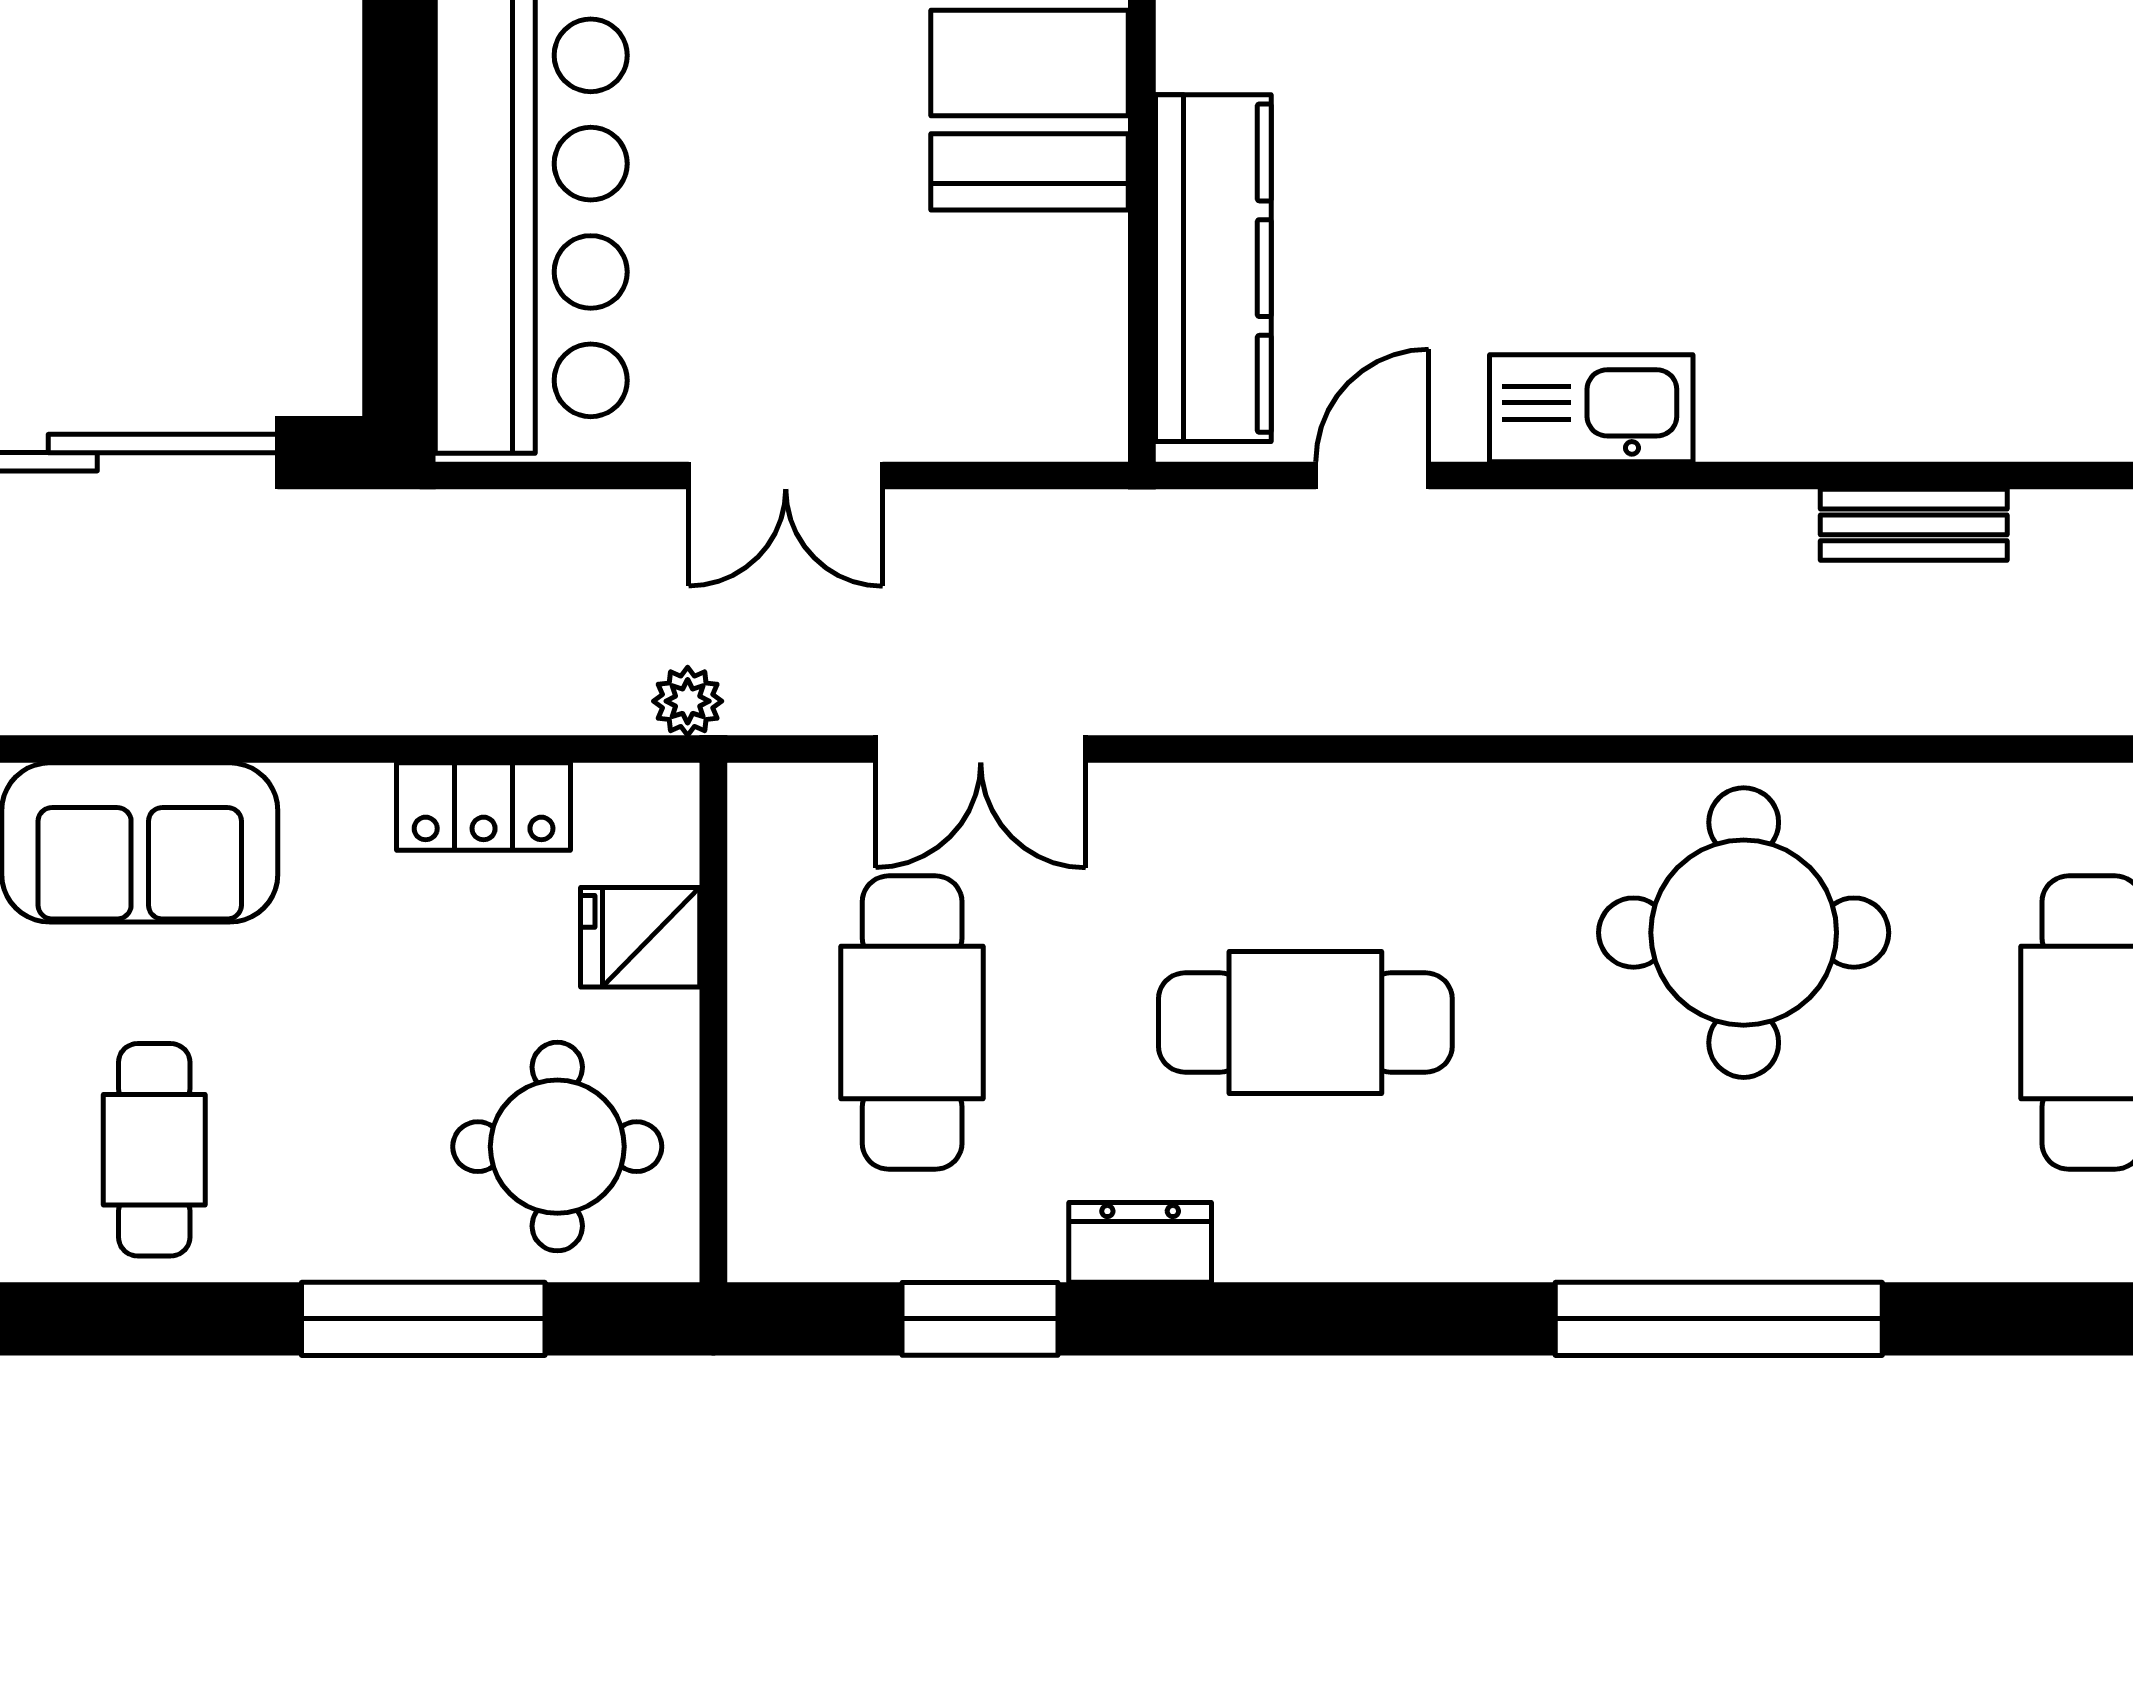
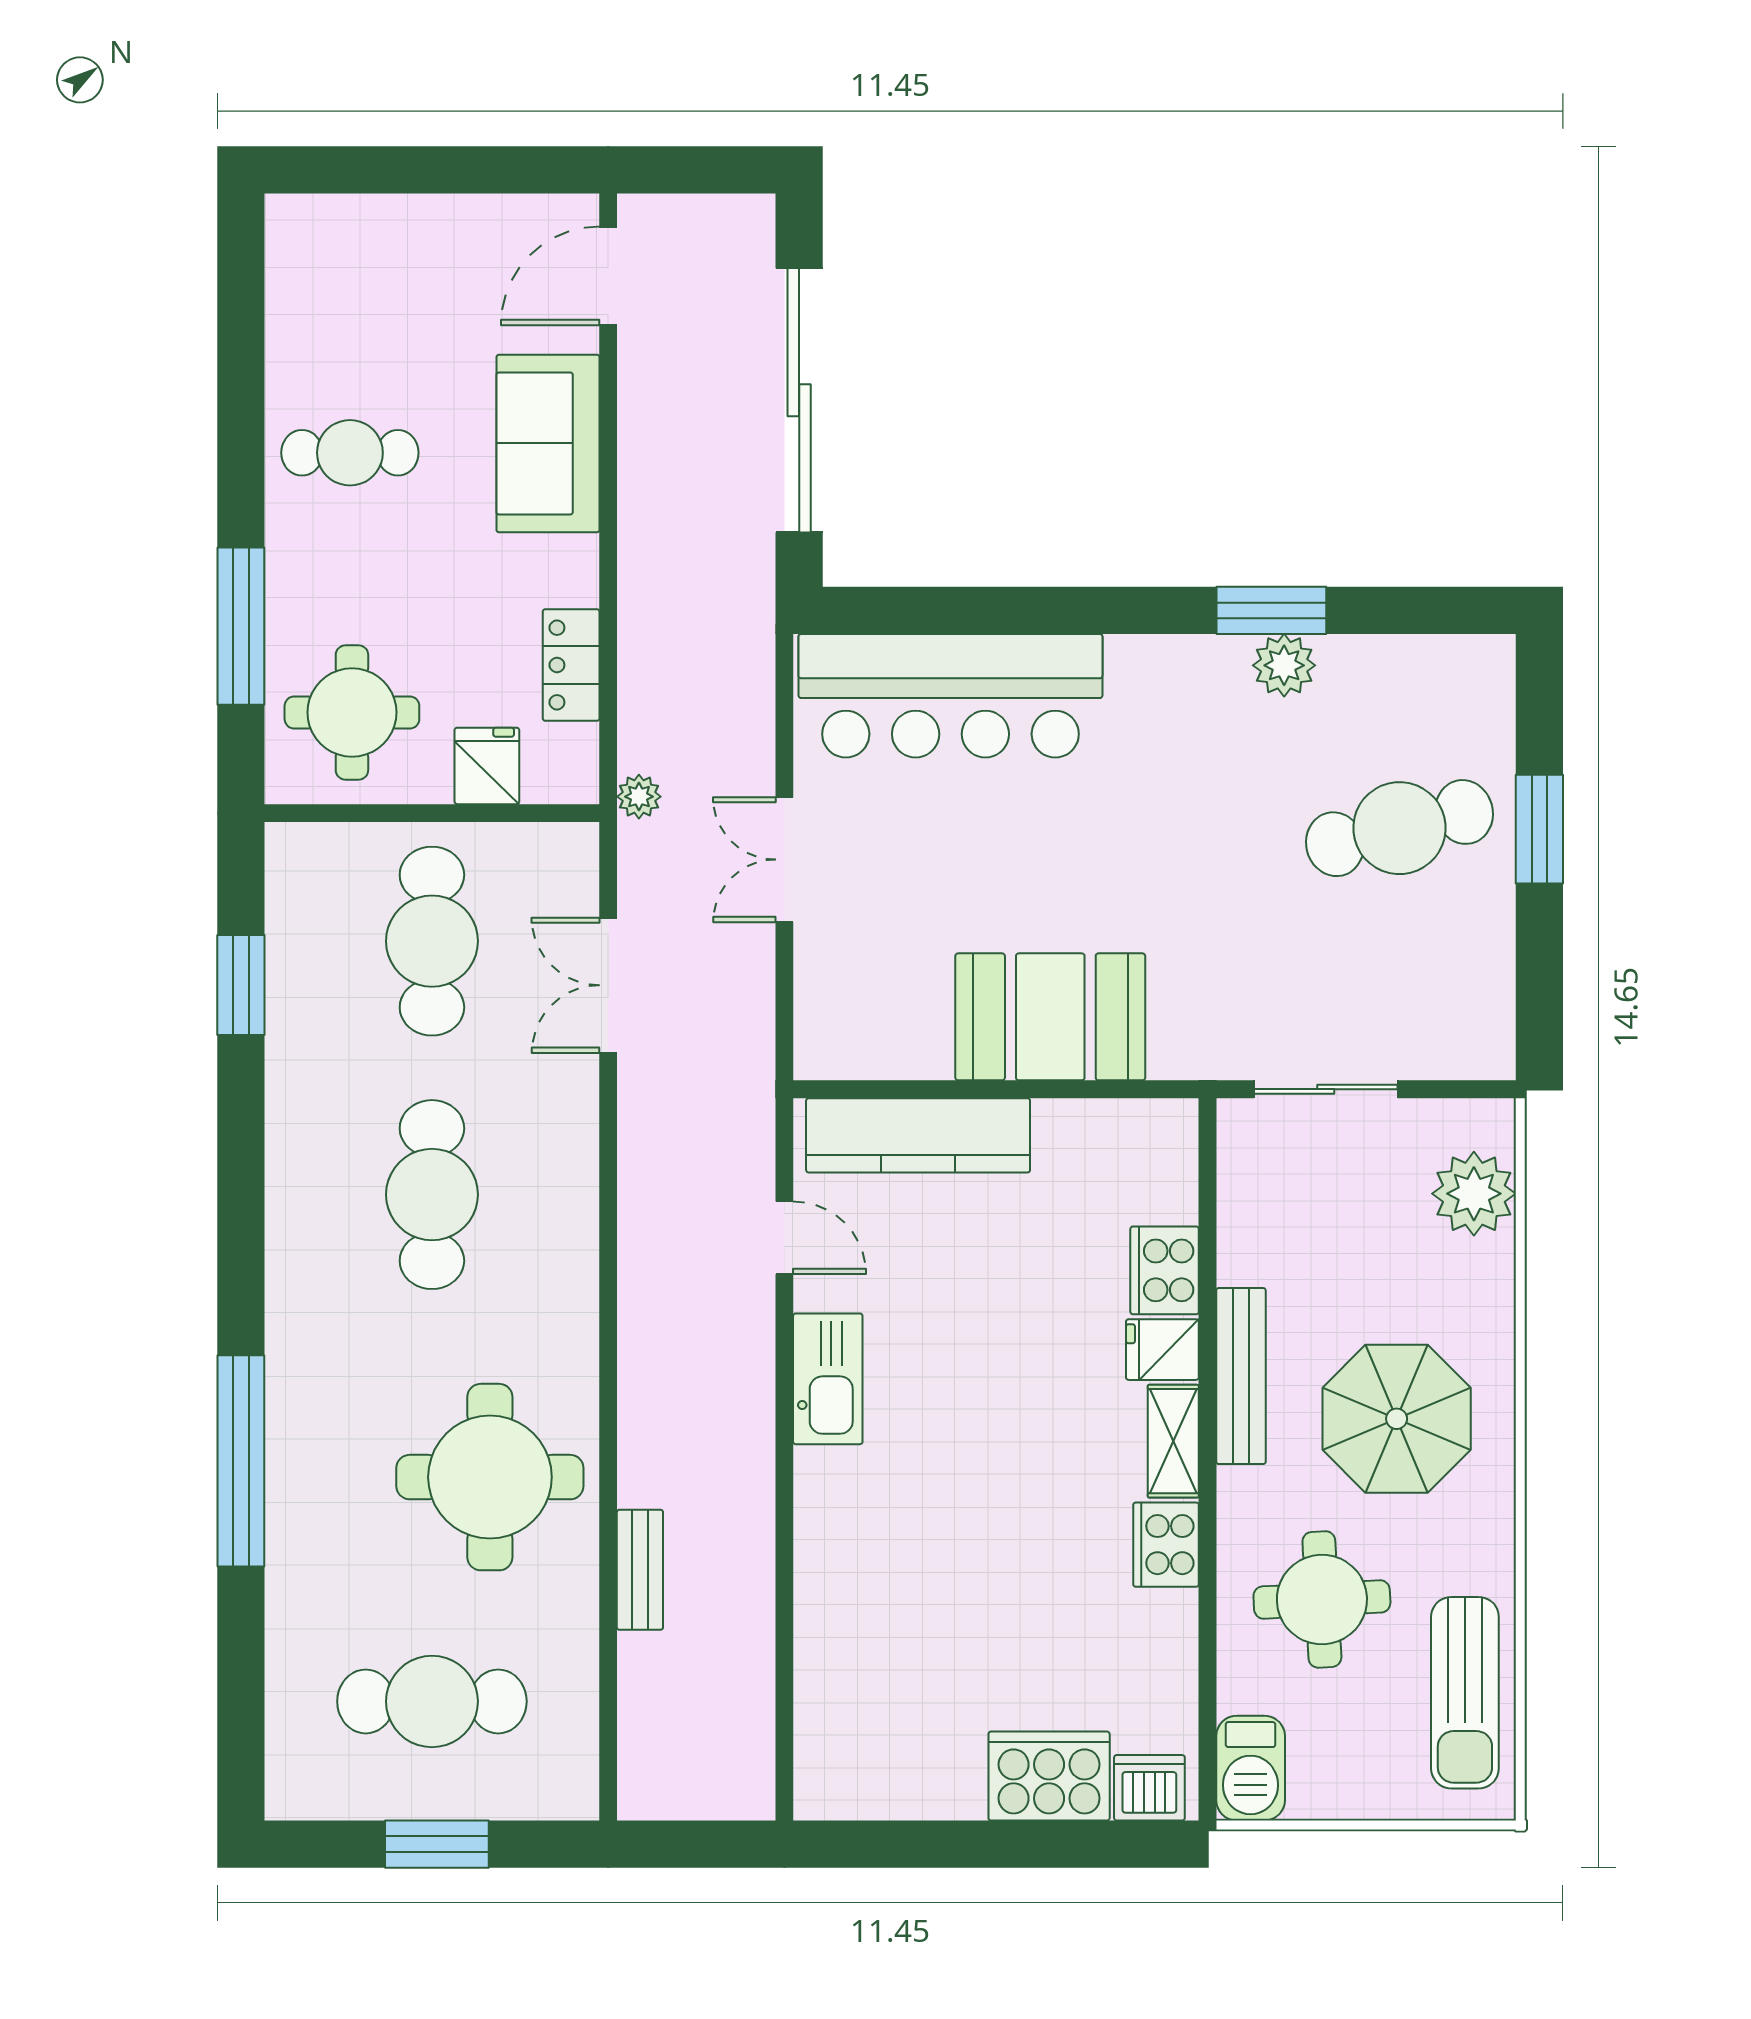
bench: (1914, 525) -> (640, 1570), moved
cafe table: (912, 1023) -> (432, 941), turned 90
dresser: (1140, 1242) -> (290, 1088), removed

